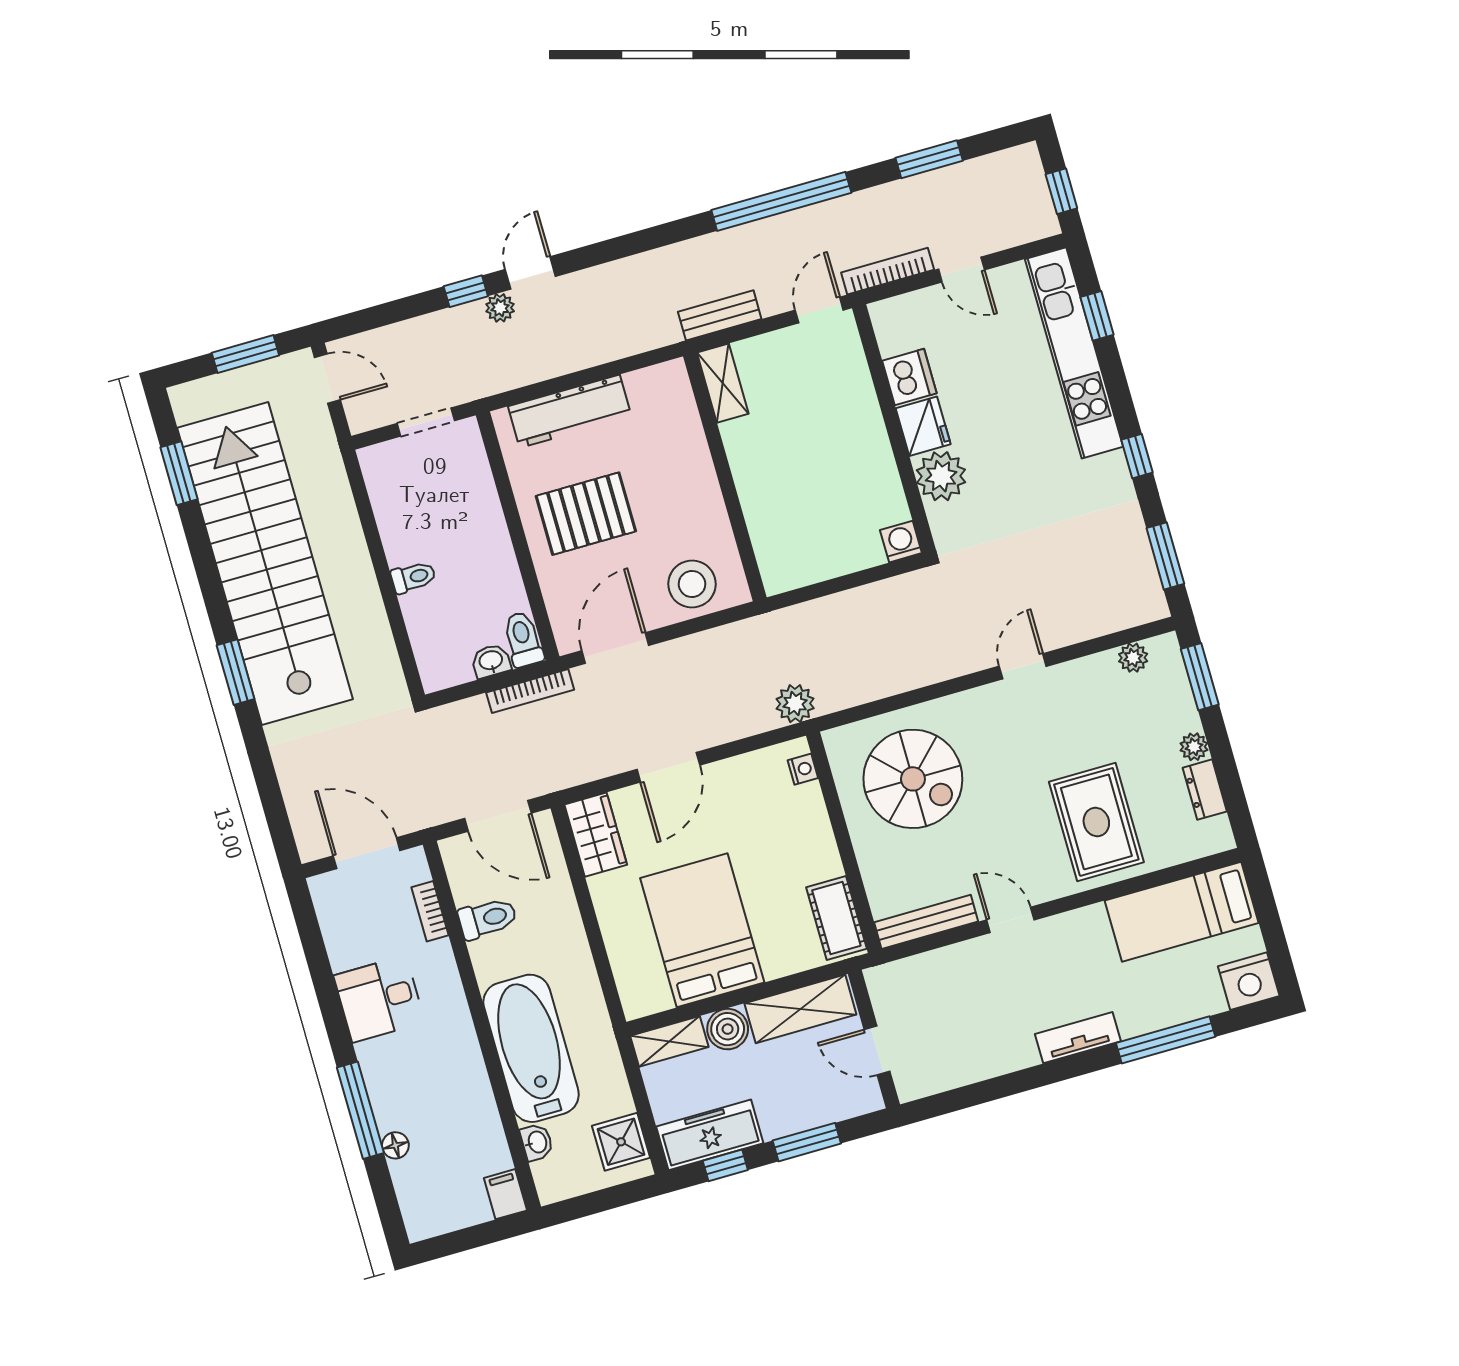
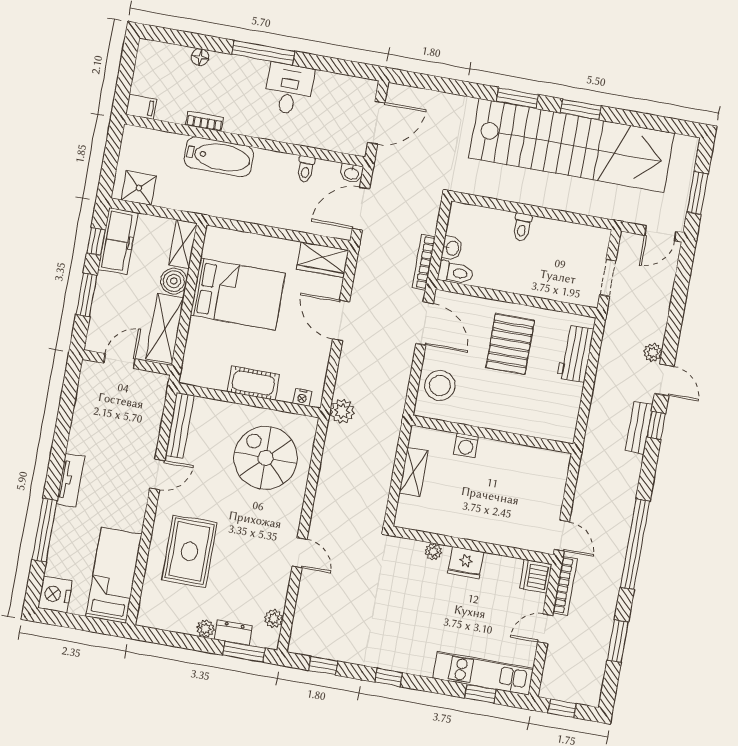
window: (466, 291) -> (656, 425), moved
bench: (720, 315) -> (639, 428), moved
kitchen unit: (1074, 353) -> (483, 673), width x0.73
dishwasher: (909, 377) -> (536, 576), moved, turned 90
shelving: (723, 383) -> (413, 472), moved, turned 90
workbench: (570, 411) -> (575, 354), width x0.73
window: (179, 473) -> (581, 109), moved
plant: (941, 476) -> (433, 552), width x0.53, depth x0.53
washing machine: (901, 542) -> (466, 445), moved, turned 90
window: (1165, 556) -> (323, 666), width x0.67
spiral stairs: (913, 779) -> (266, 458), turned 90
dresser: (1205, 790) -> (233, 633), moved
rug: (1096, 822) -> (189, 551), turned 90
bookcase: (430, 911) -> (205, 121), moved
toilet: (488, 918) -> (306, 169), width x0.73, depth x0.72
cot: (836, 918) -> (253, 383), moved
bathtub: (531, 1048) -> (219, 157), width x0.73, depth x0.73
window: (360, 1110) -> (263, 53), moved
washbasin: (537, 1142) -> (352, 173), moved

